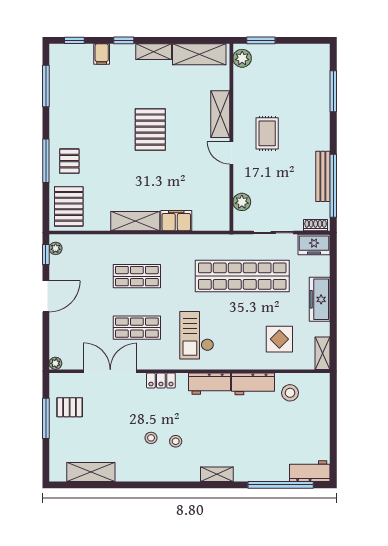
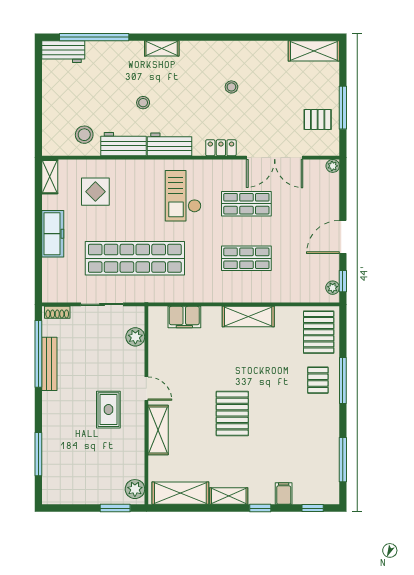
filing cabinet: (176, 221) -> (184, 317), moved
freezer: (314, 245) -> (59, 292), removed
checkout: (197, 335) -> (183, 196), turned 180
stool: (176, 441) -> (143, 103), moved
shelving: (91, 472) -> (314, 51), moved

